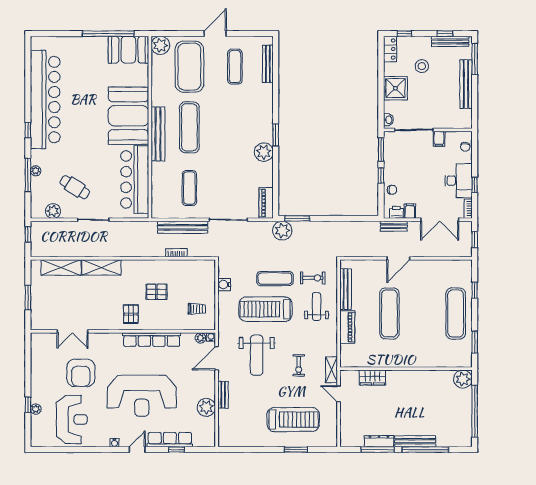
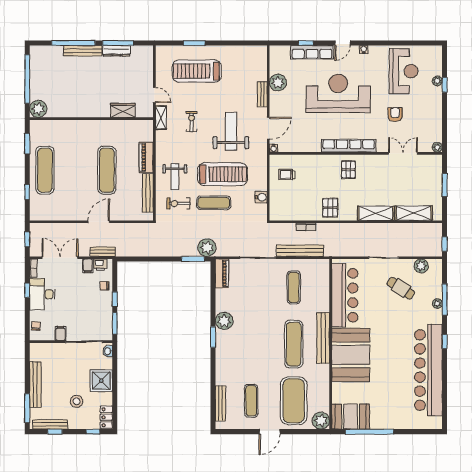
pallet: (156, 292) -> (330, 208), moved, turned 90
plant: (200, 338) -> (437, 147), moved
row of seats: (152, 340) -> (349, 146), moved
armchair: (81, 373) -> (395, 115), width x0.53, depth x0.53
reception desk: (72, 419) -> (404, 71), turned 180

